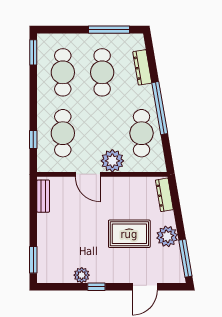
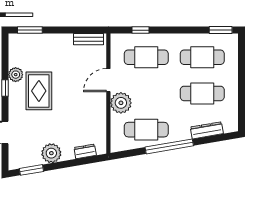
window: (109, 30) -> (242, 100), removed
dresser: (164, 195) -> (85, 151), width x0.70
rug: (129, 234) -> (39, 91), moved
window: (185, 258) -> (31, 170), width x0.69

